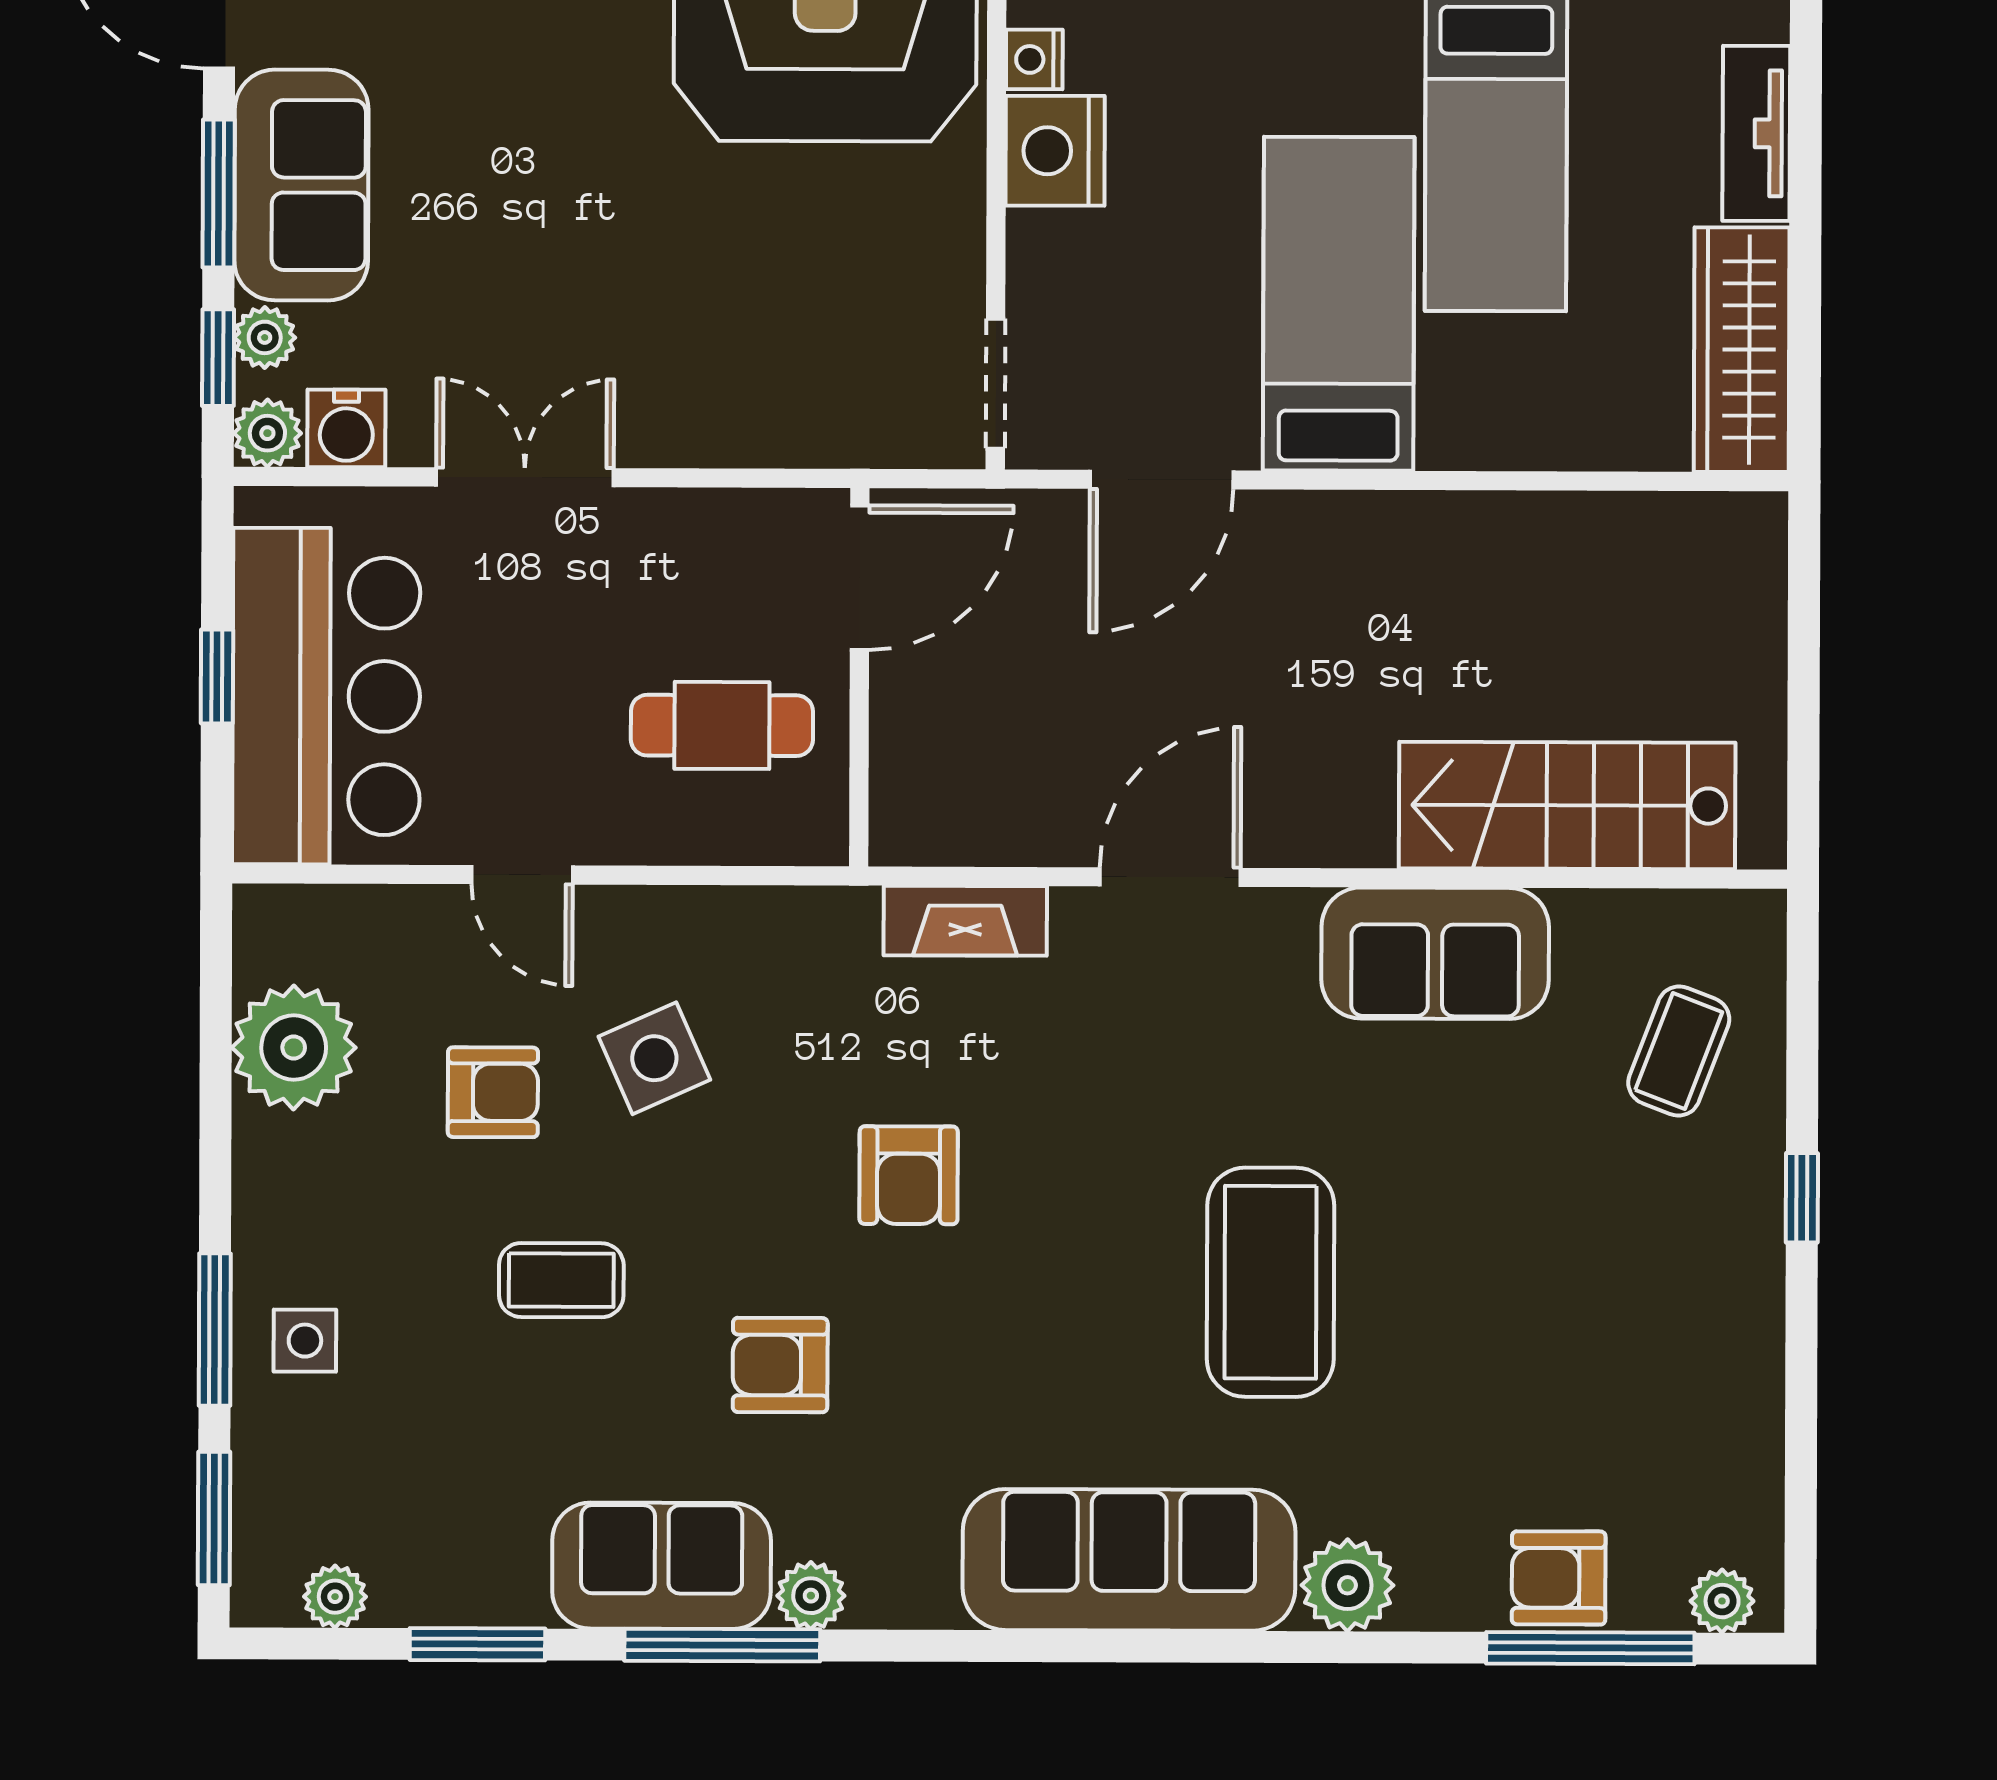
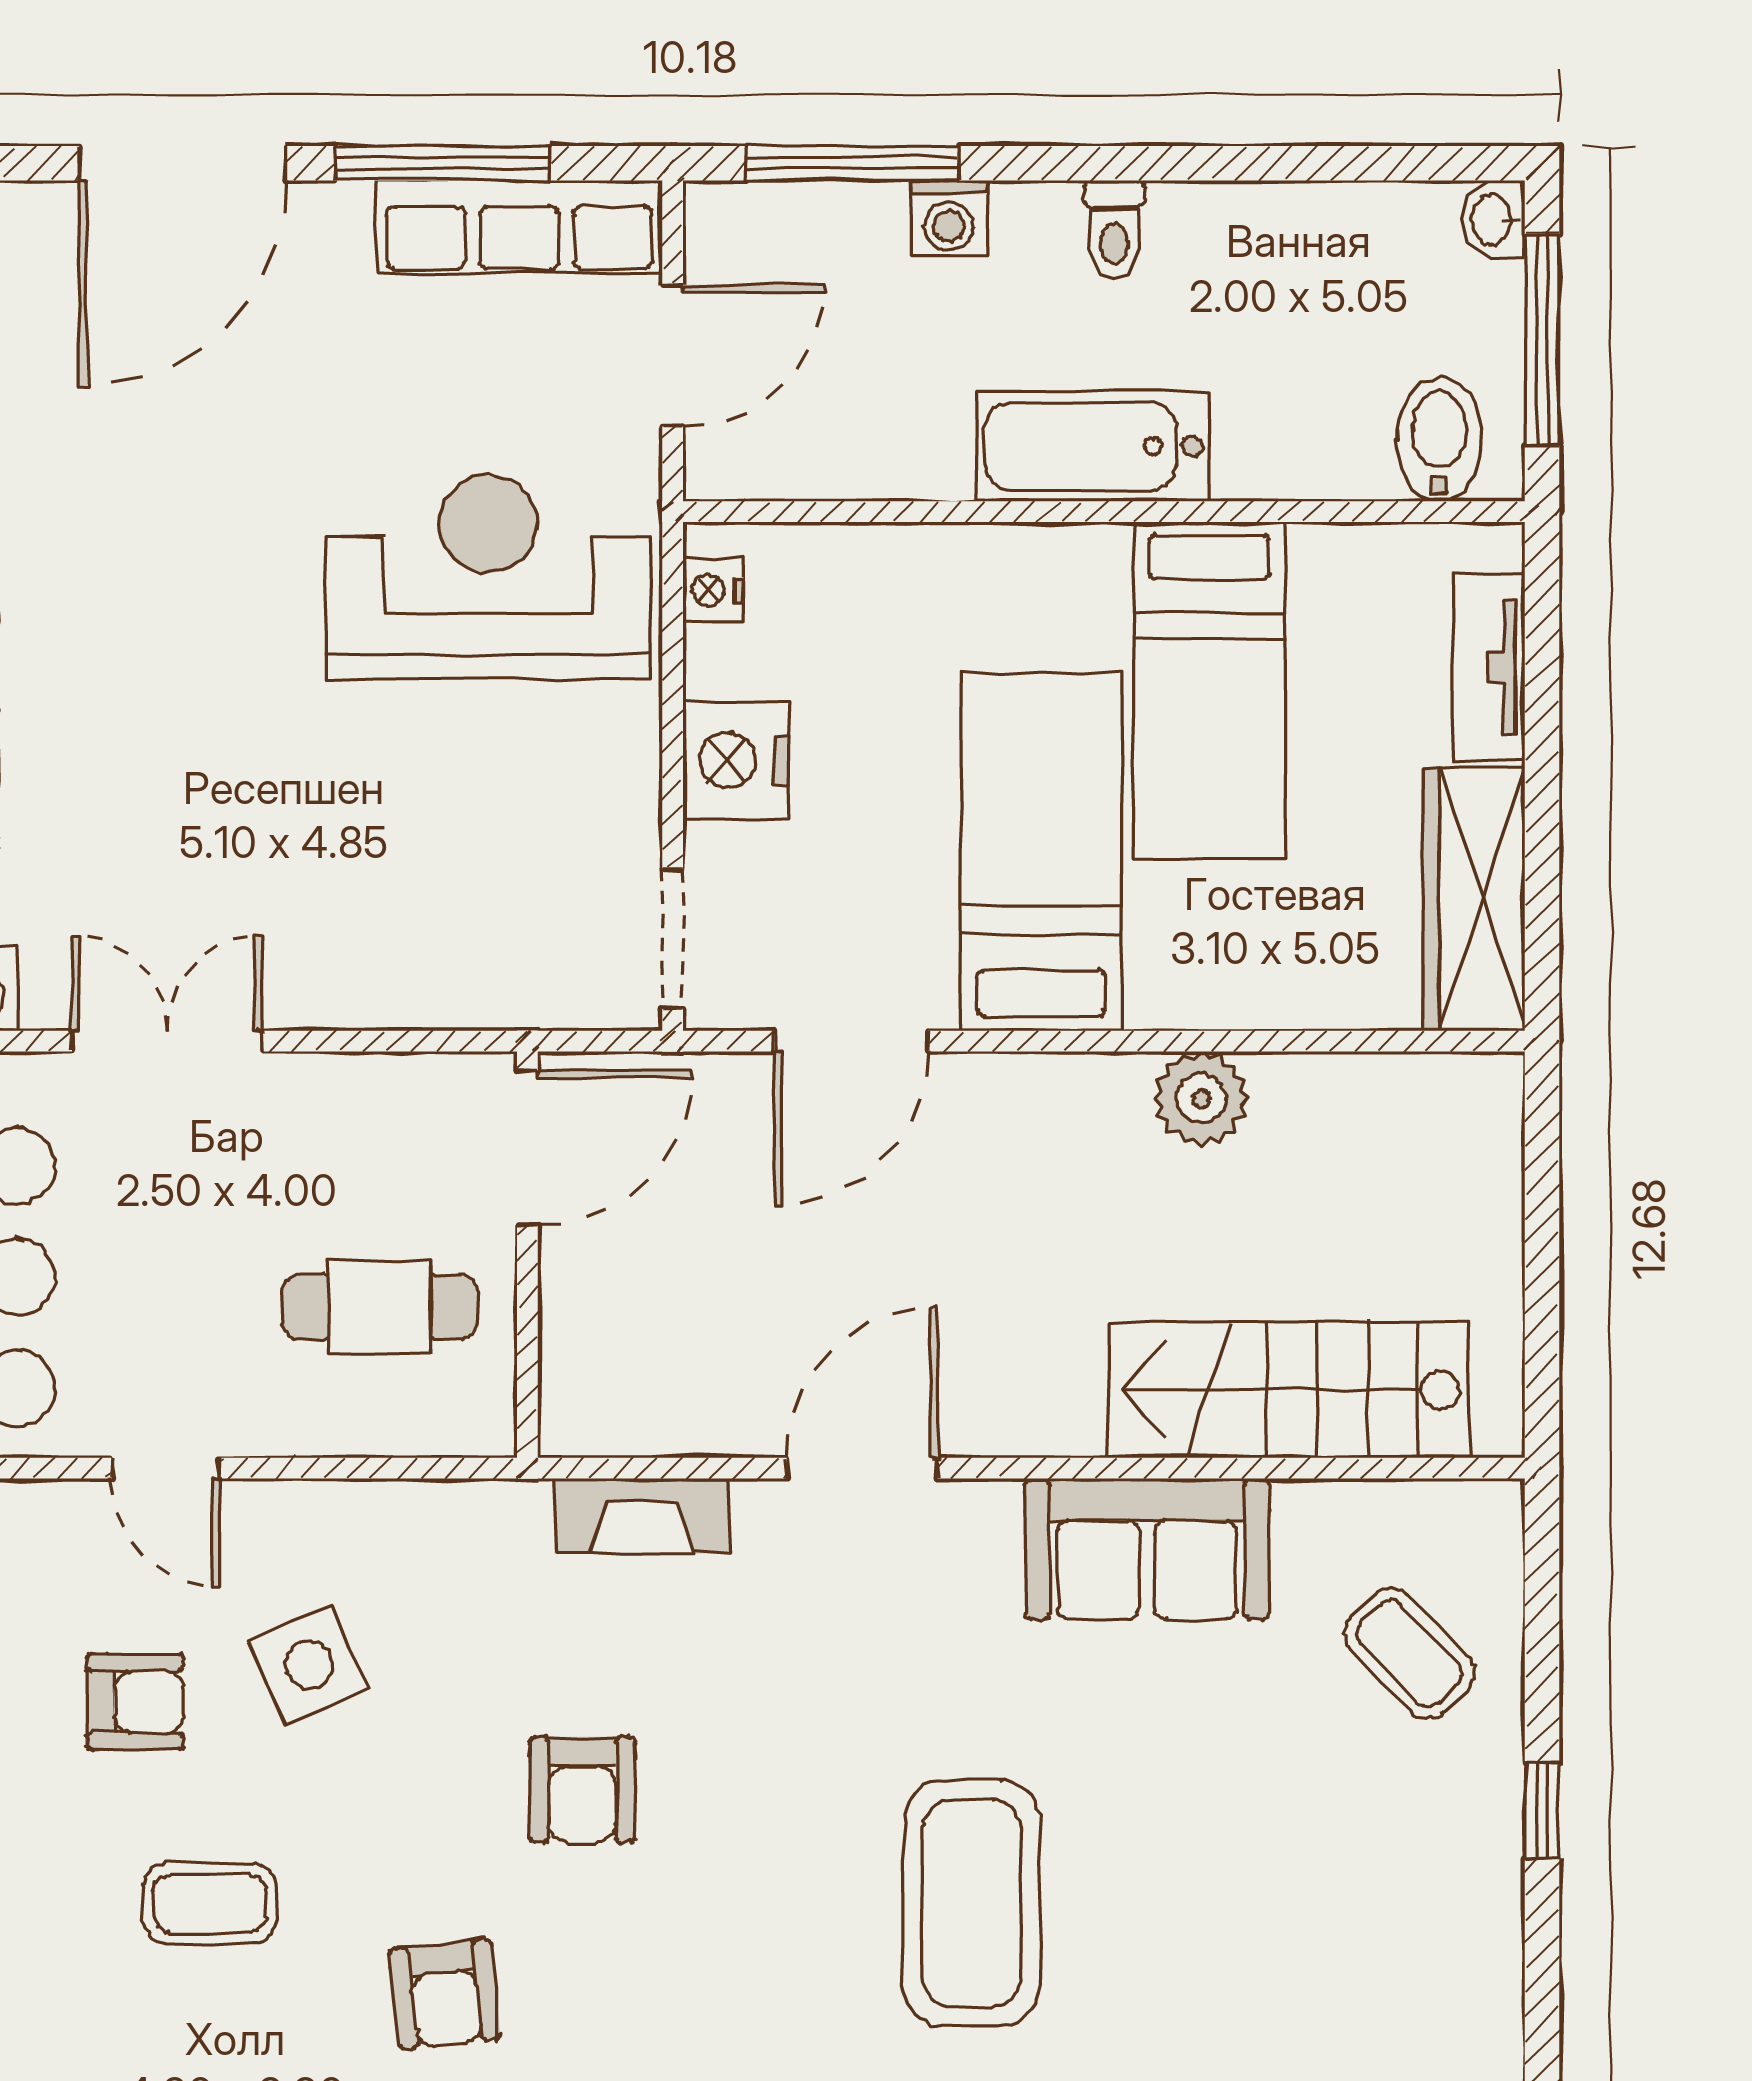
nightstand: (1055, 151) -> (736, 760), moved
plant: (1487, 534) -> (1201, 1099), added
coffee table: (1679, 1051) -> (1409, 1653), turned -65
armchair: (780, 1365) -> (445, 1994), turned -96

